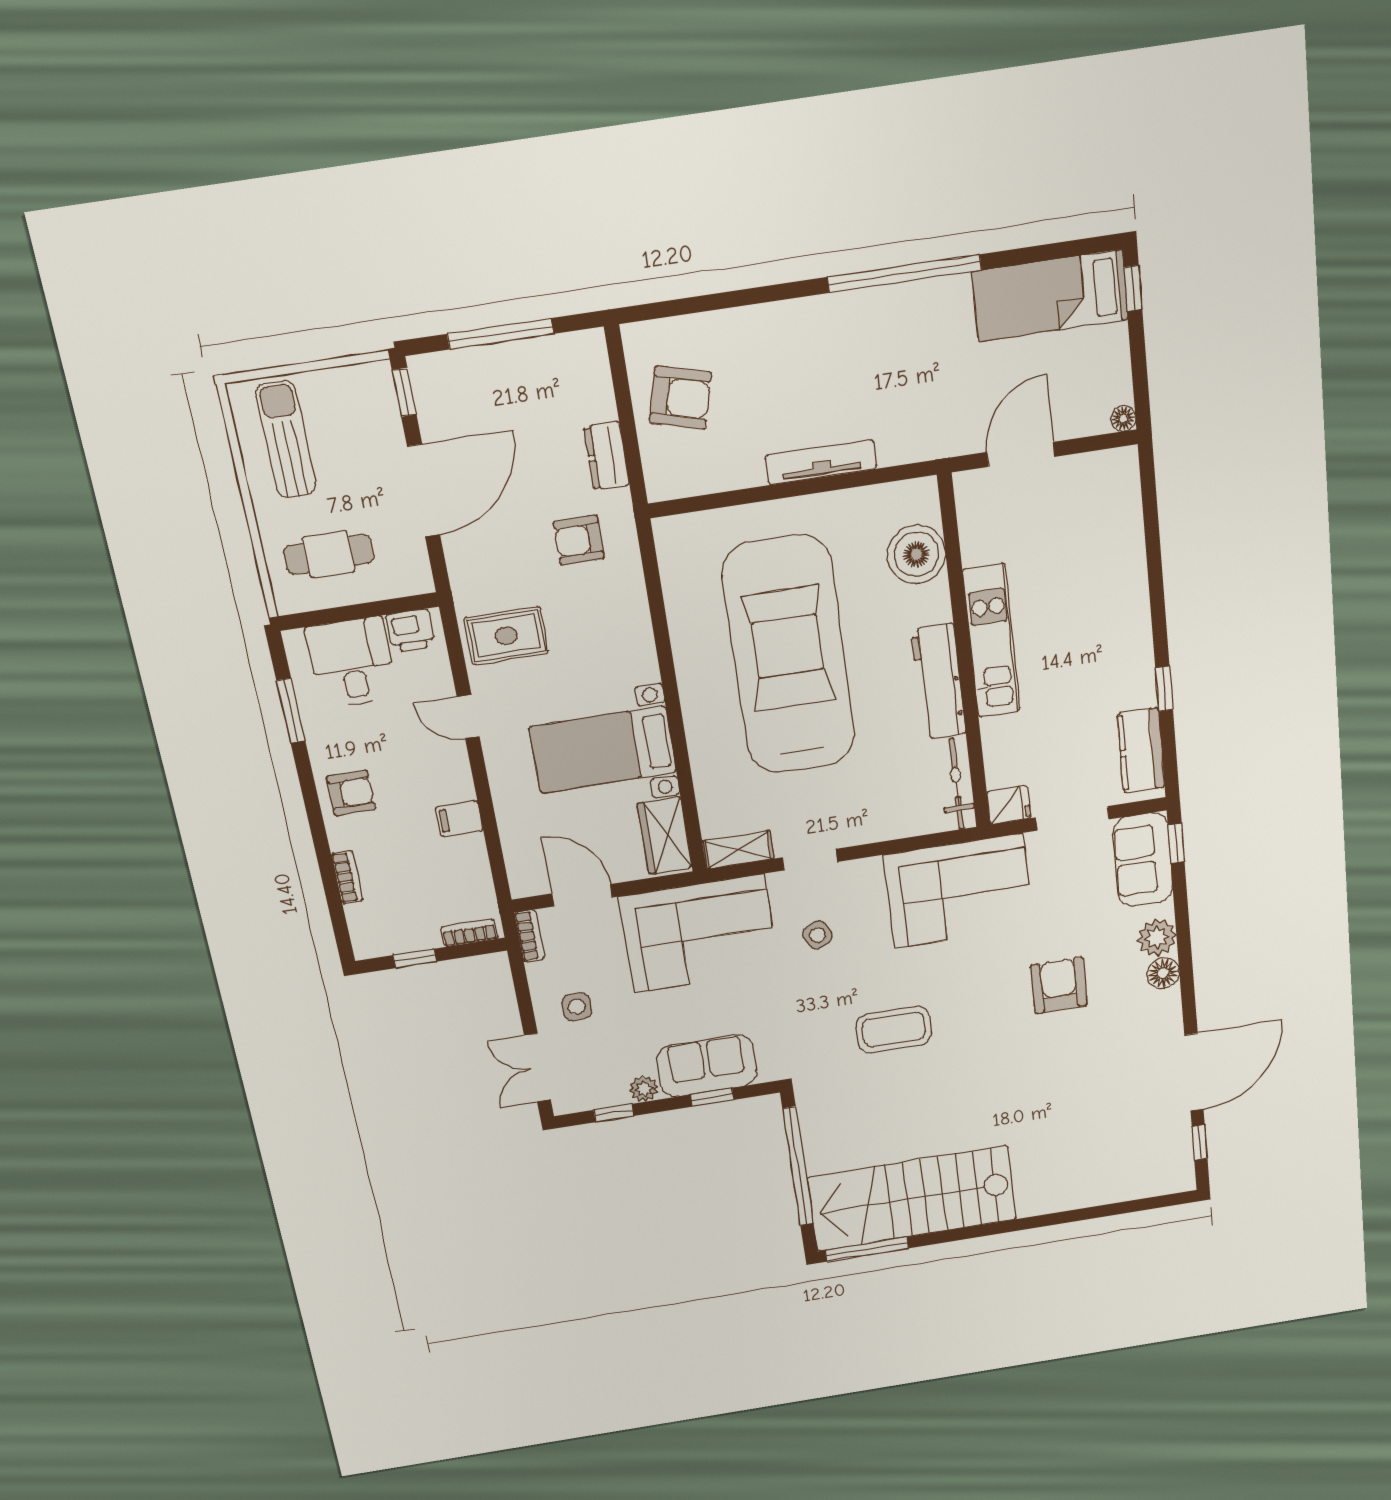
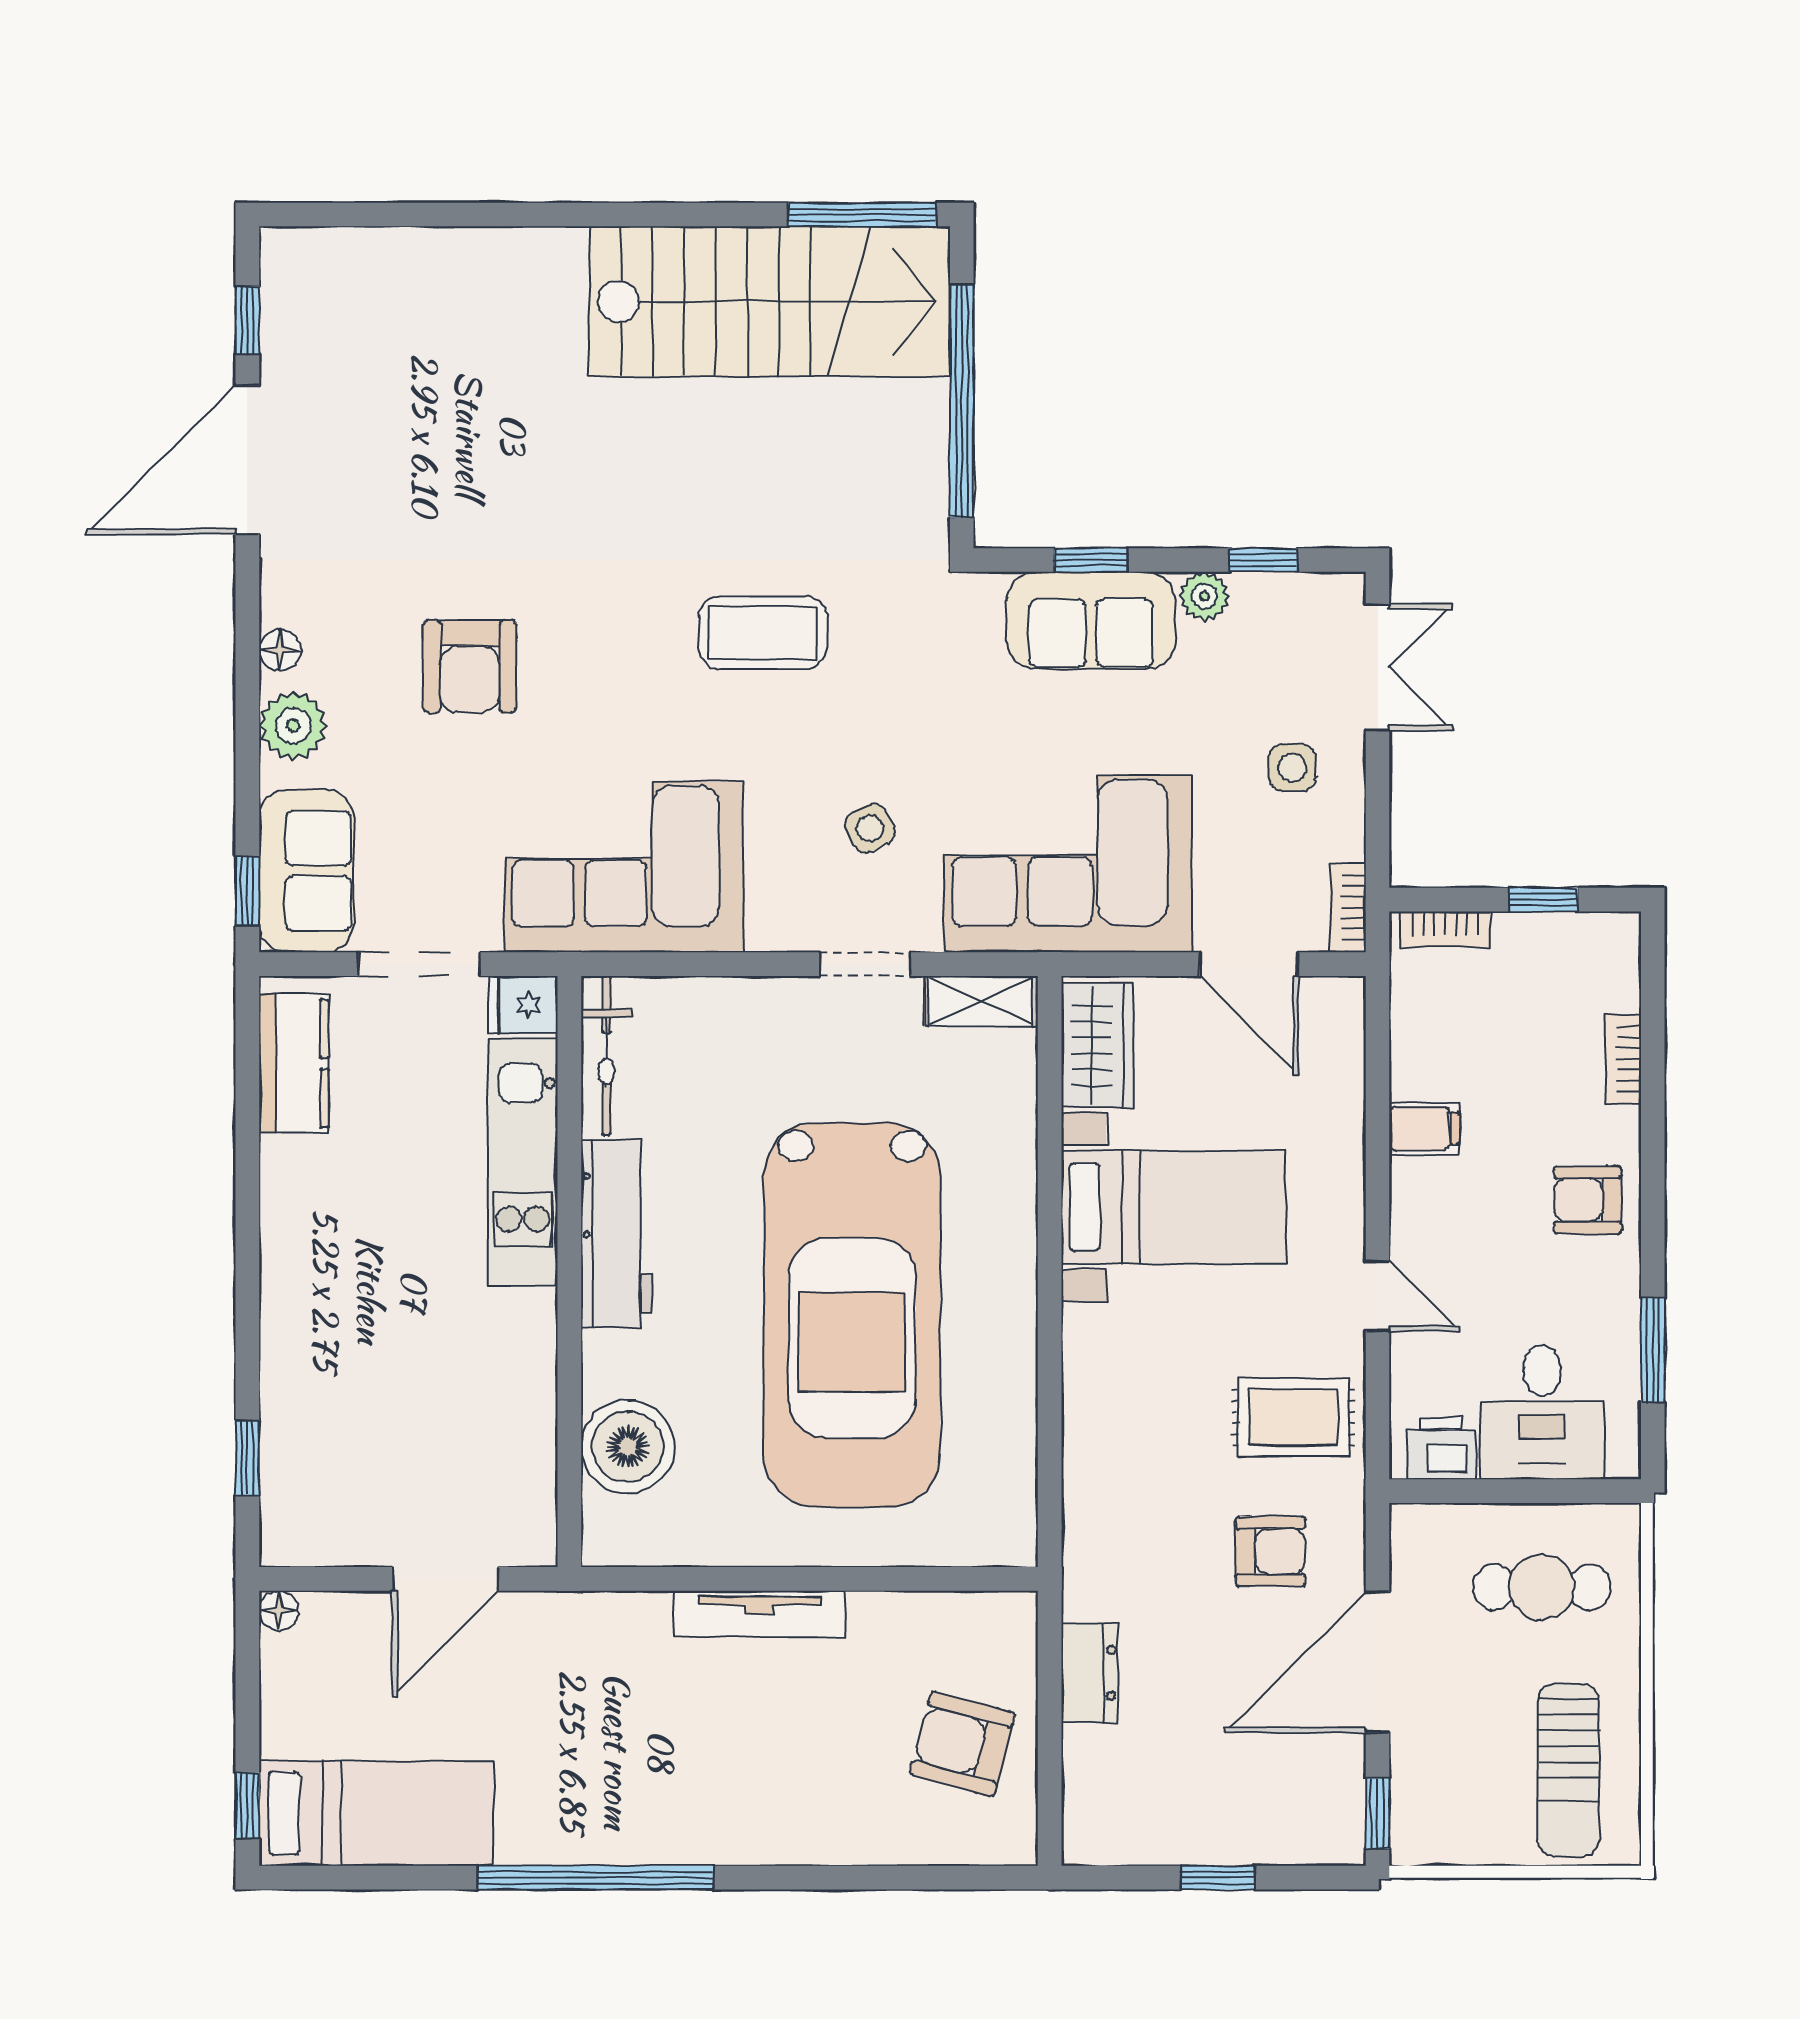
window: (500, 334) -> (1218, 1878), width x0.46
armchair: (579, 540) -> (1270, 1551), moved
kitchen unit: (992, 641) -> (523, 1162), moved
window: (1164, 689) -> (247, 1458), moved
floor lamp: (1163, 973) -> (280, 650), width x0.73, depth x0.73

